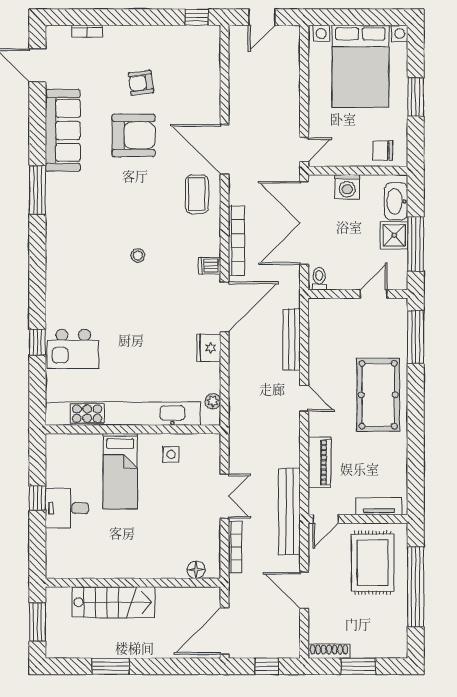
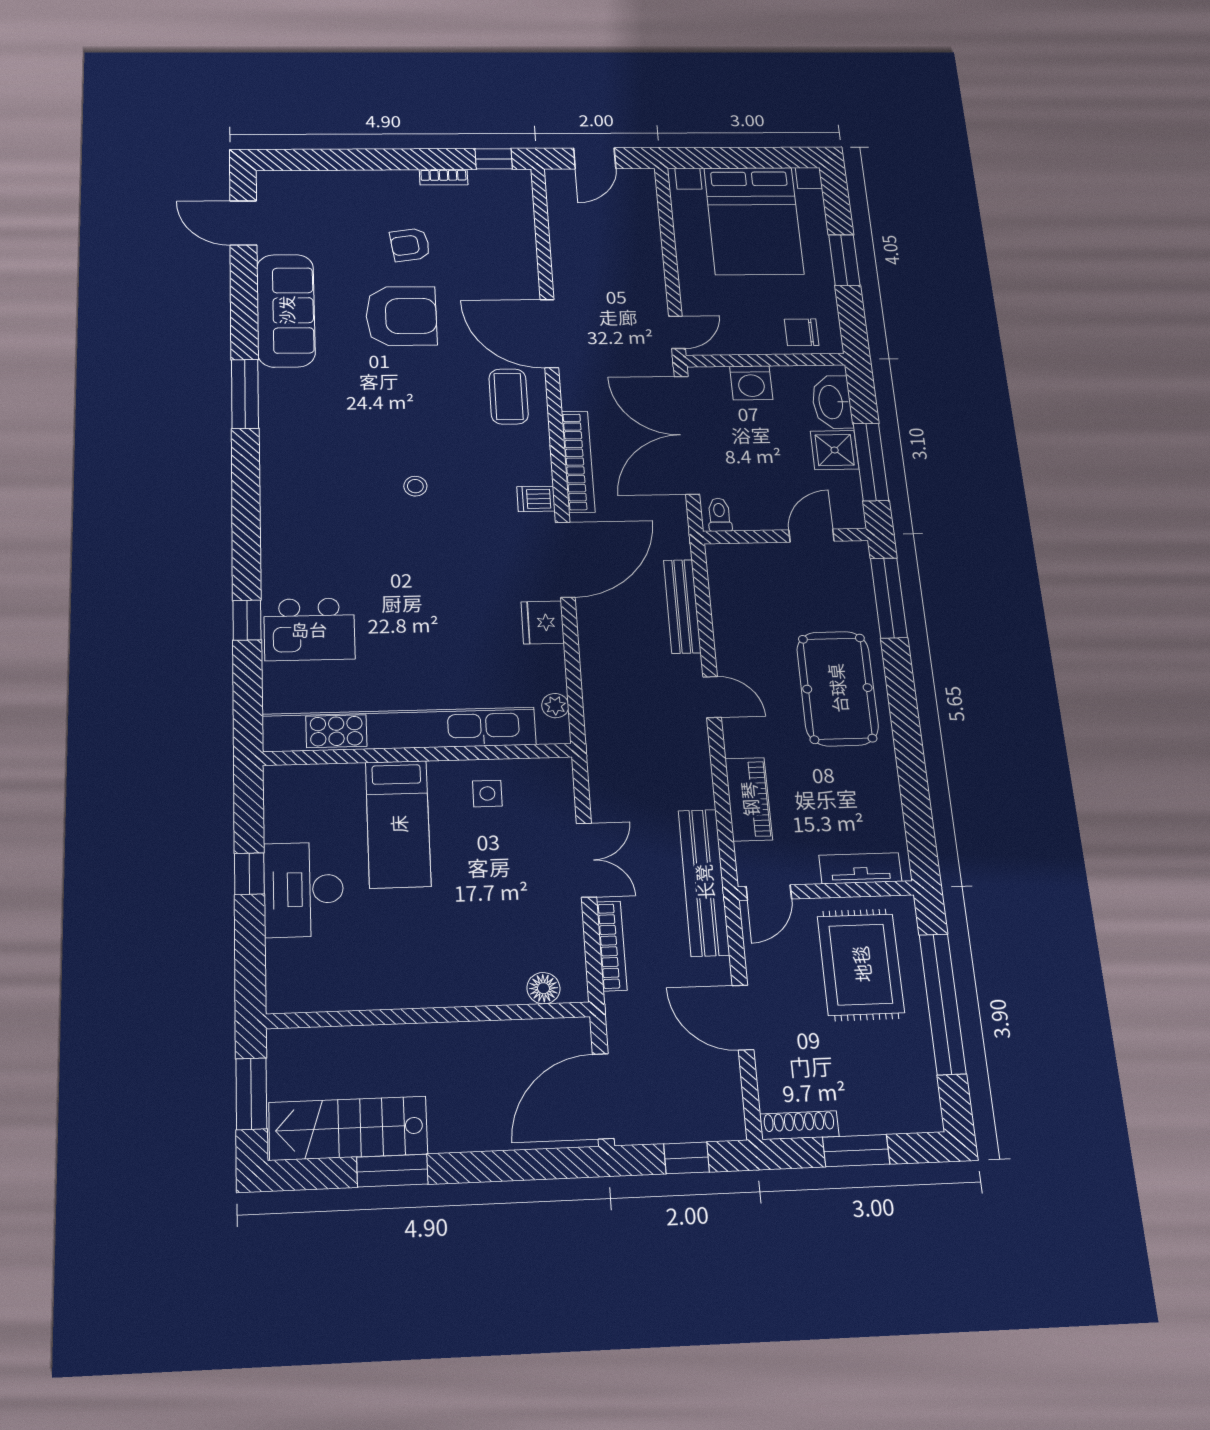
bookcase: (87, 31) -> (444, 177), moved
desk: (67, 508) -> (304, 889), width x1.37
stairs: (113, 602) -> (348, 1128), moved, turned 180

